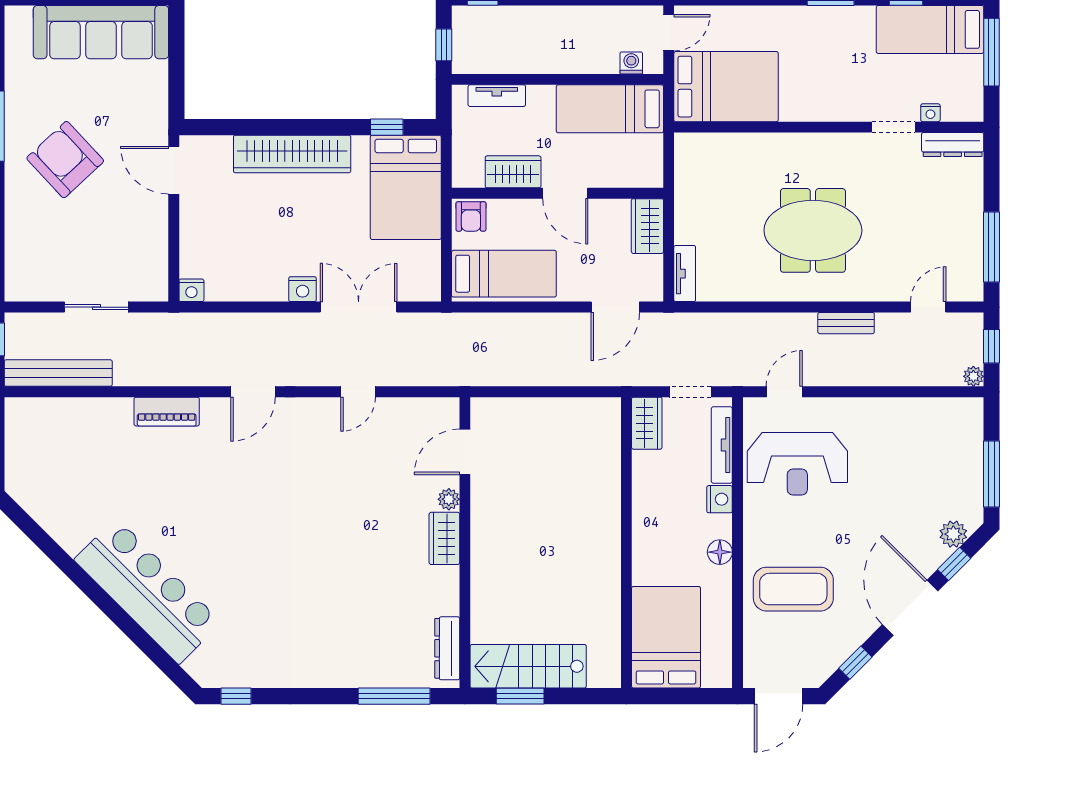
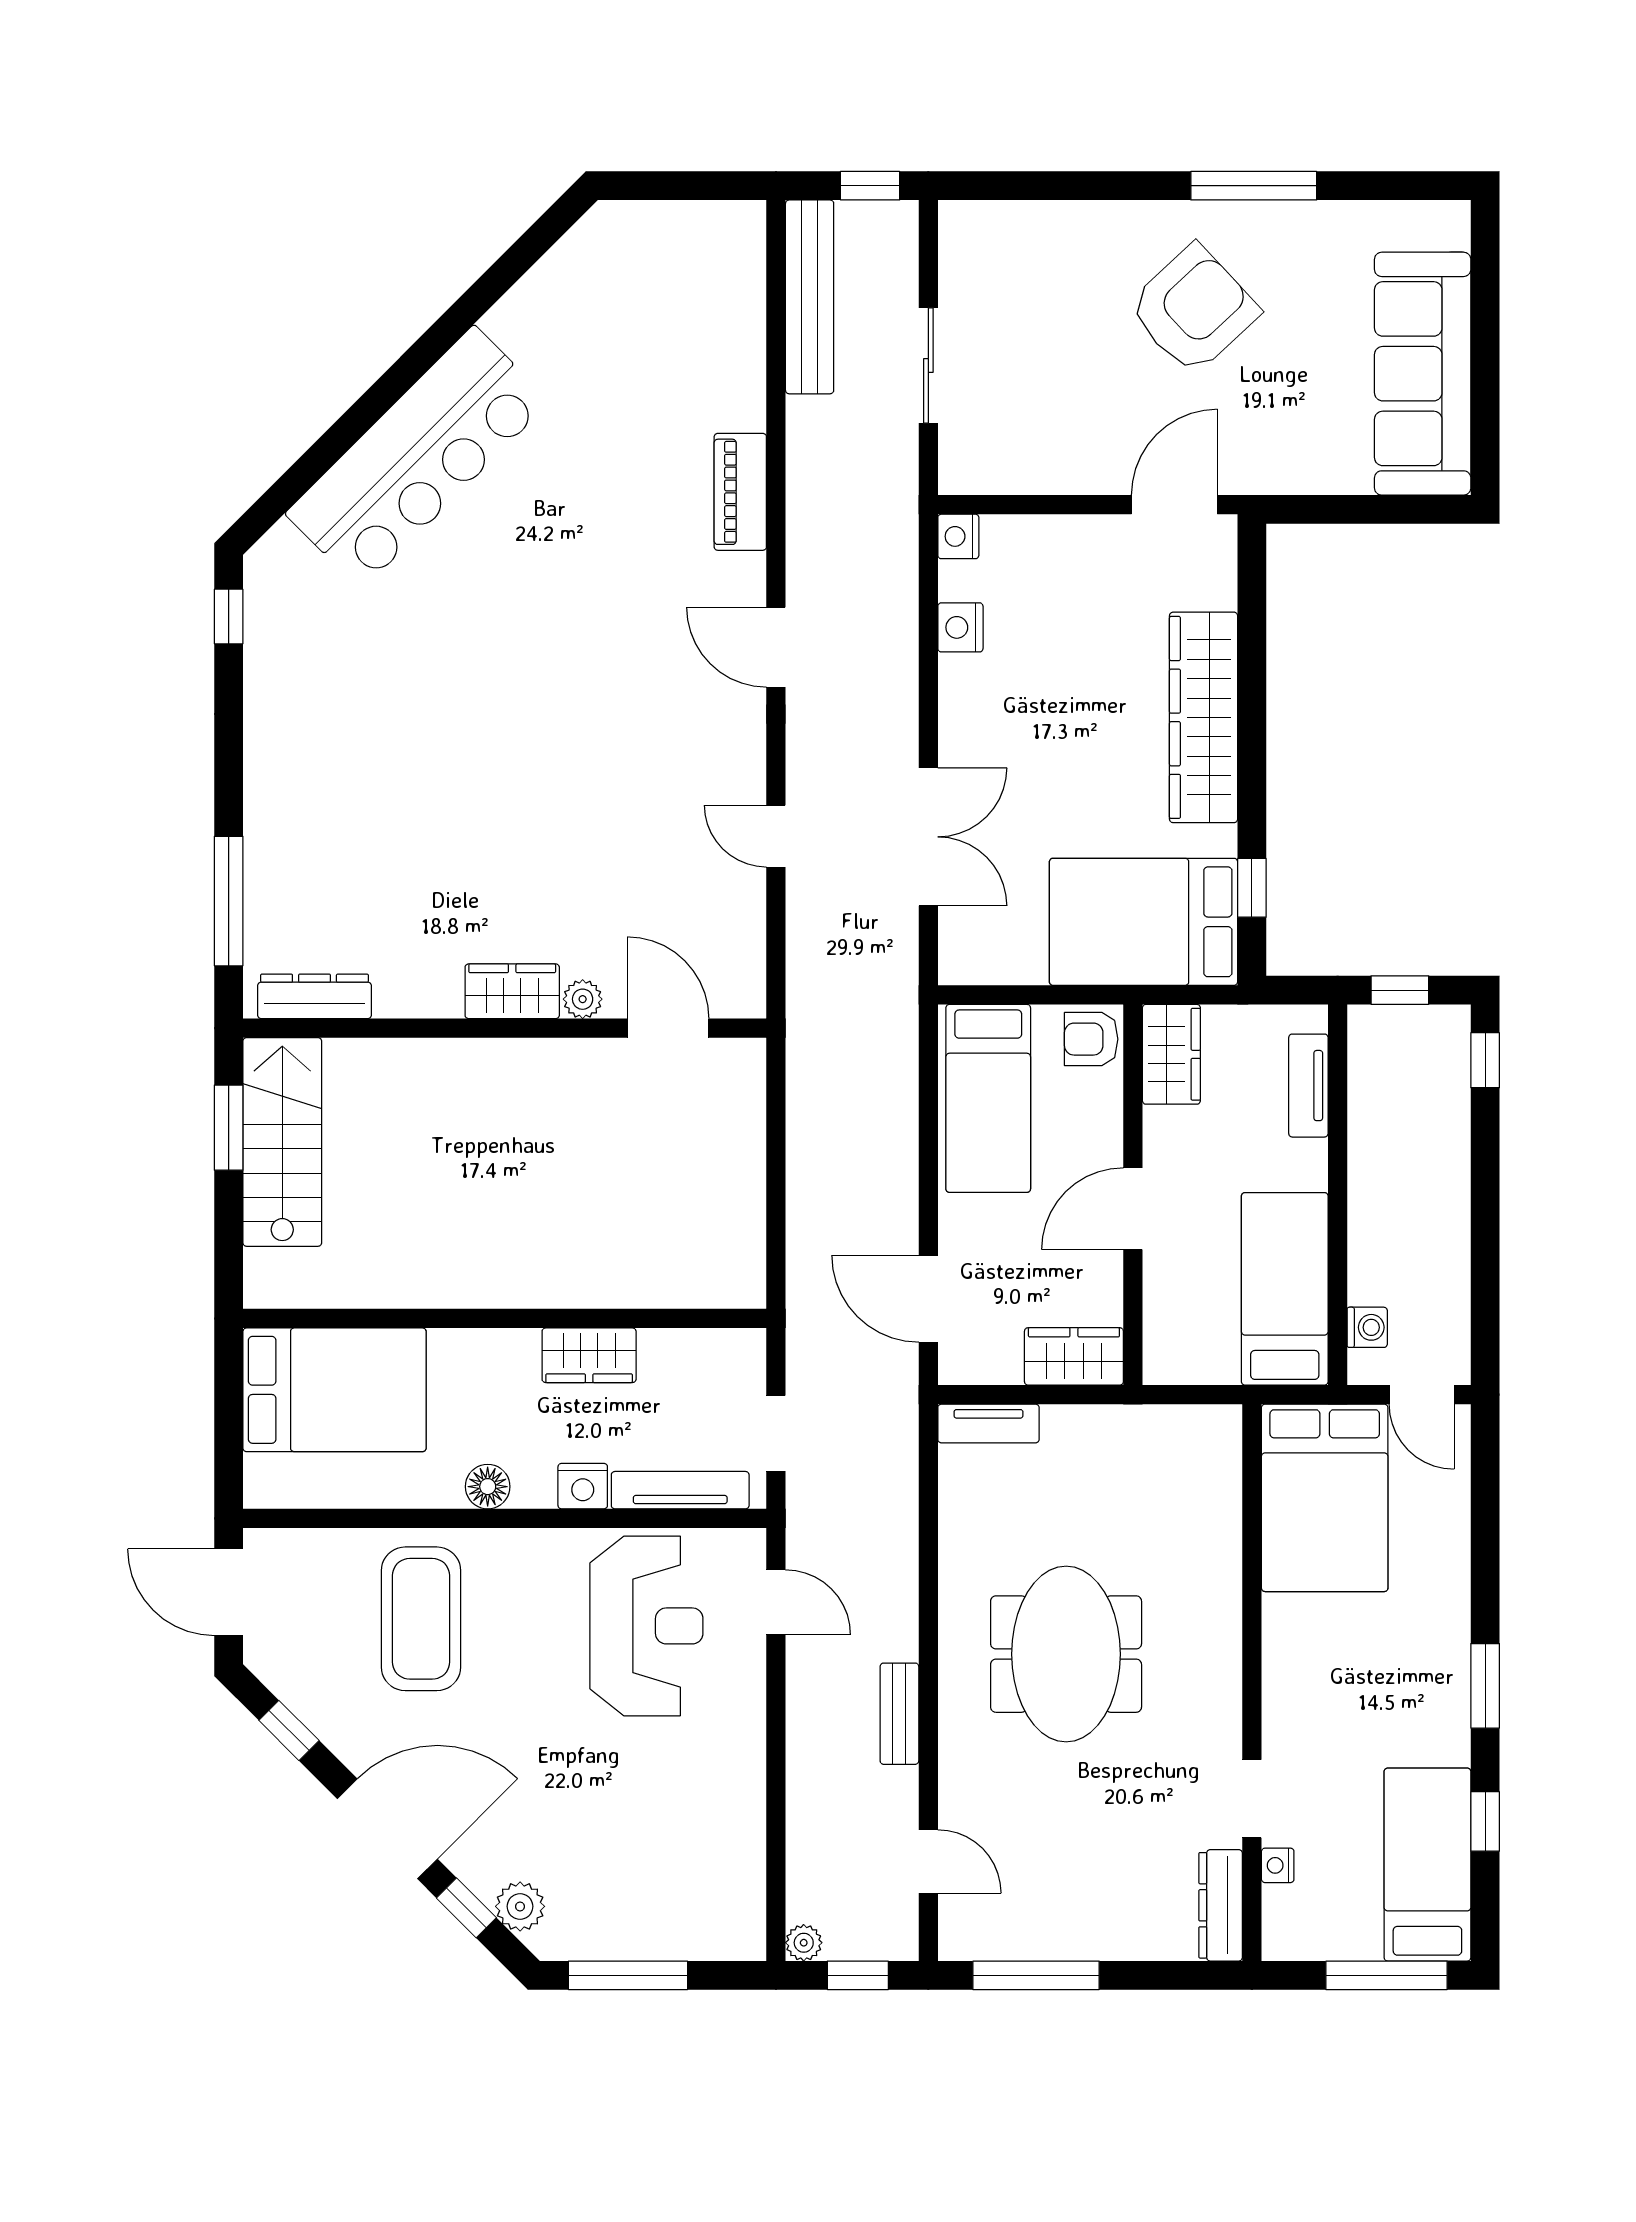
wardrobe: (513, 172) -> (1171, 1054), moved
nightstand: (303, 289) -> (960, 627), moved
wardrobe: (647, 423) -> (589, 1355), moved
reception desk: (797, 464) -> (646, 1626), turned 180

